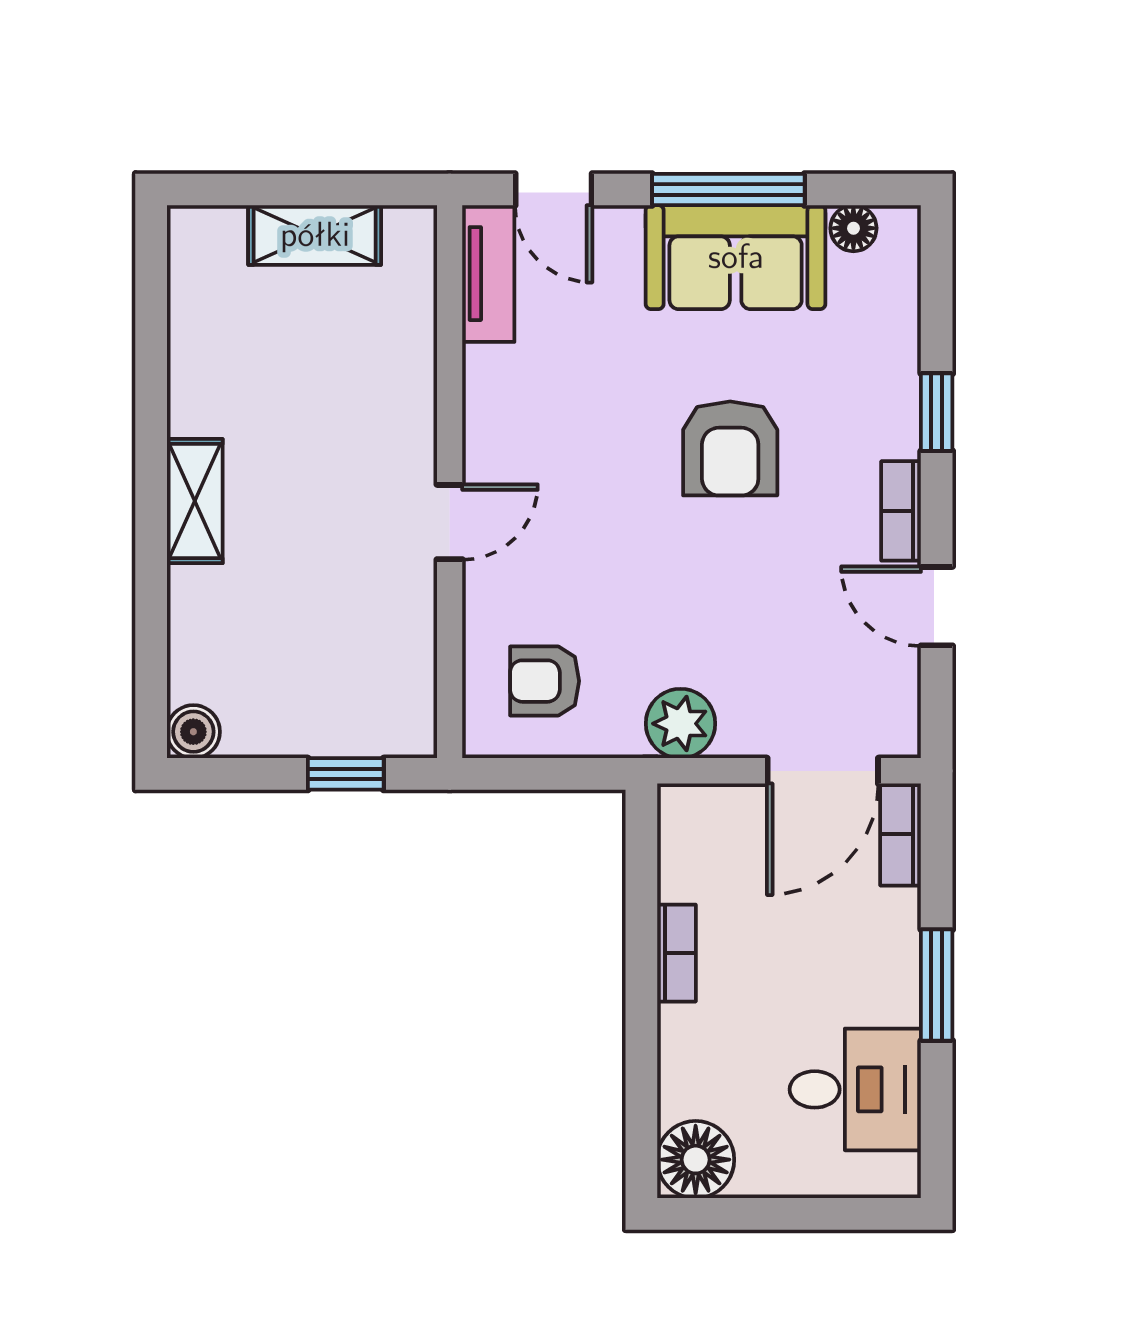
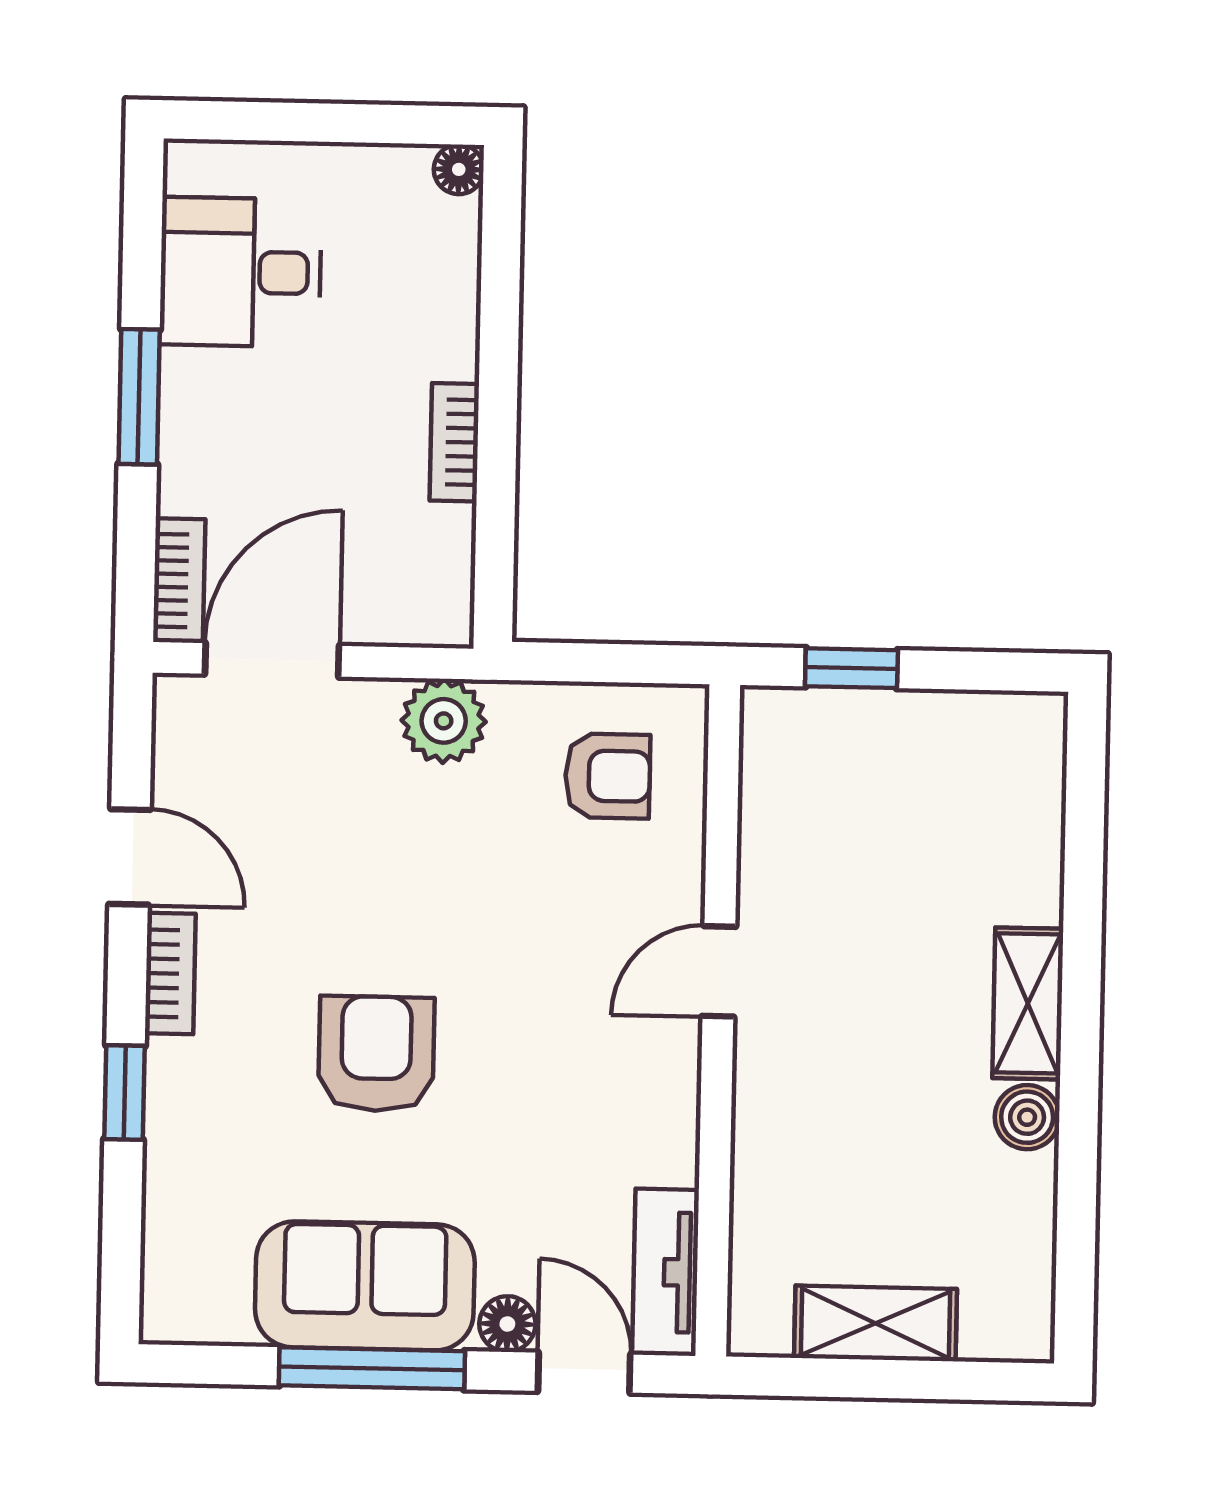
floor lamp: (853, 228) -> (507, 1324), moved
boiler: (193, 732) -> (1027, 1117), moved
floor lamp: (696, 1160) -> (459, 169), width x0.53, depth x0.53

